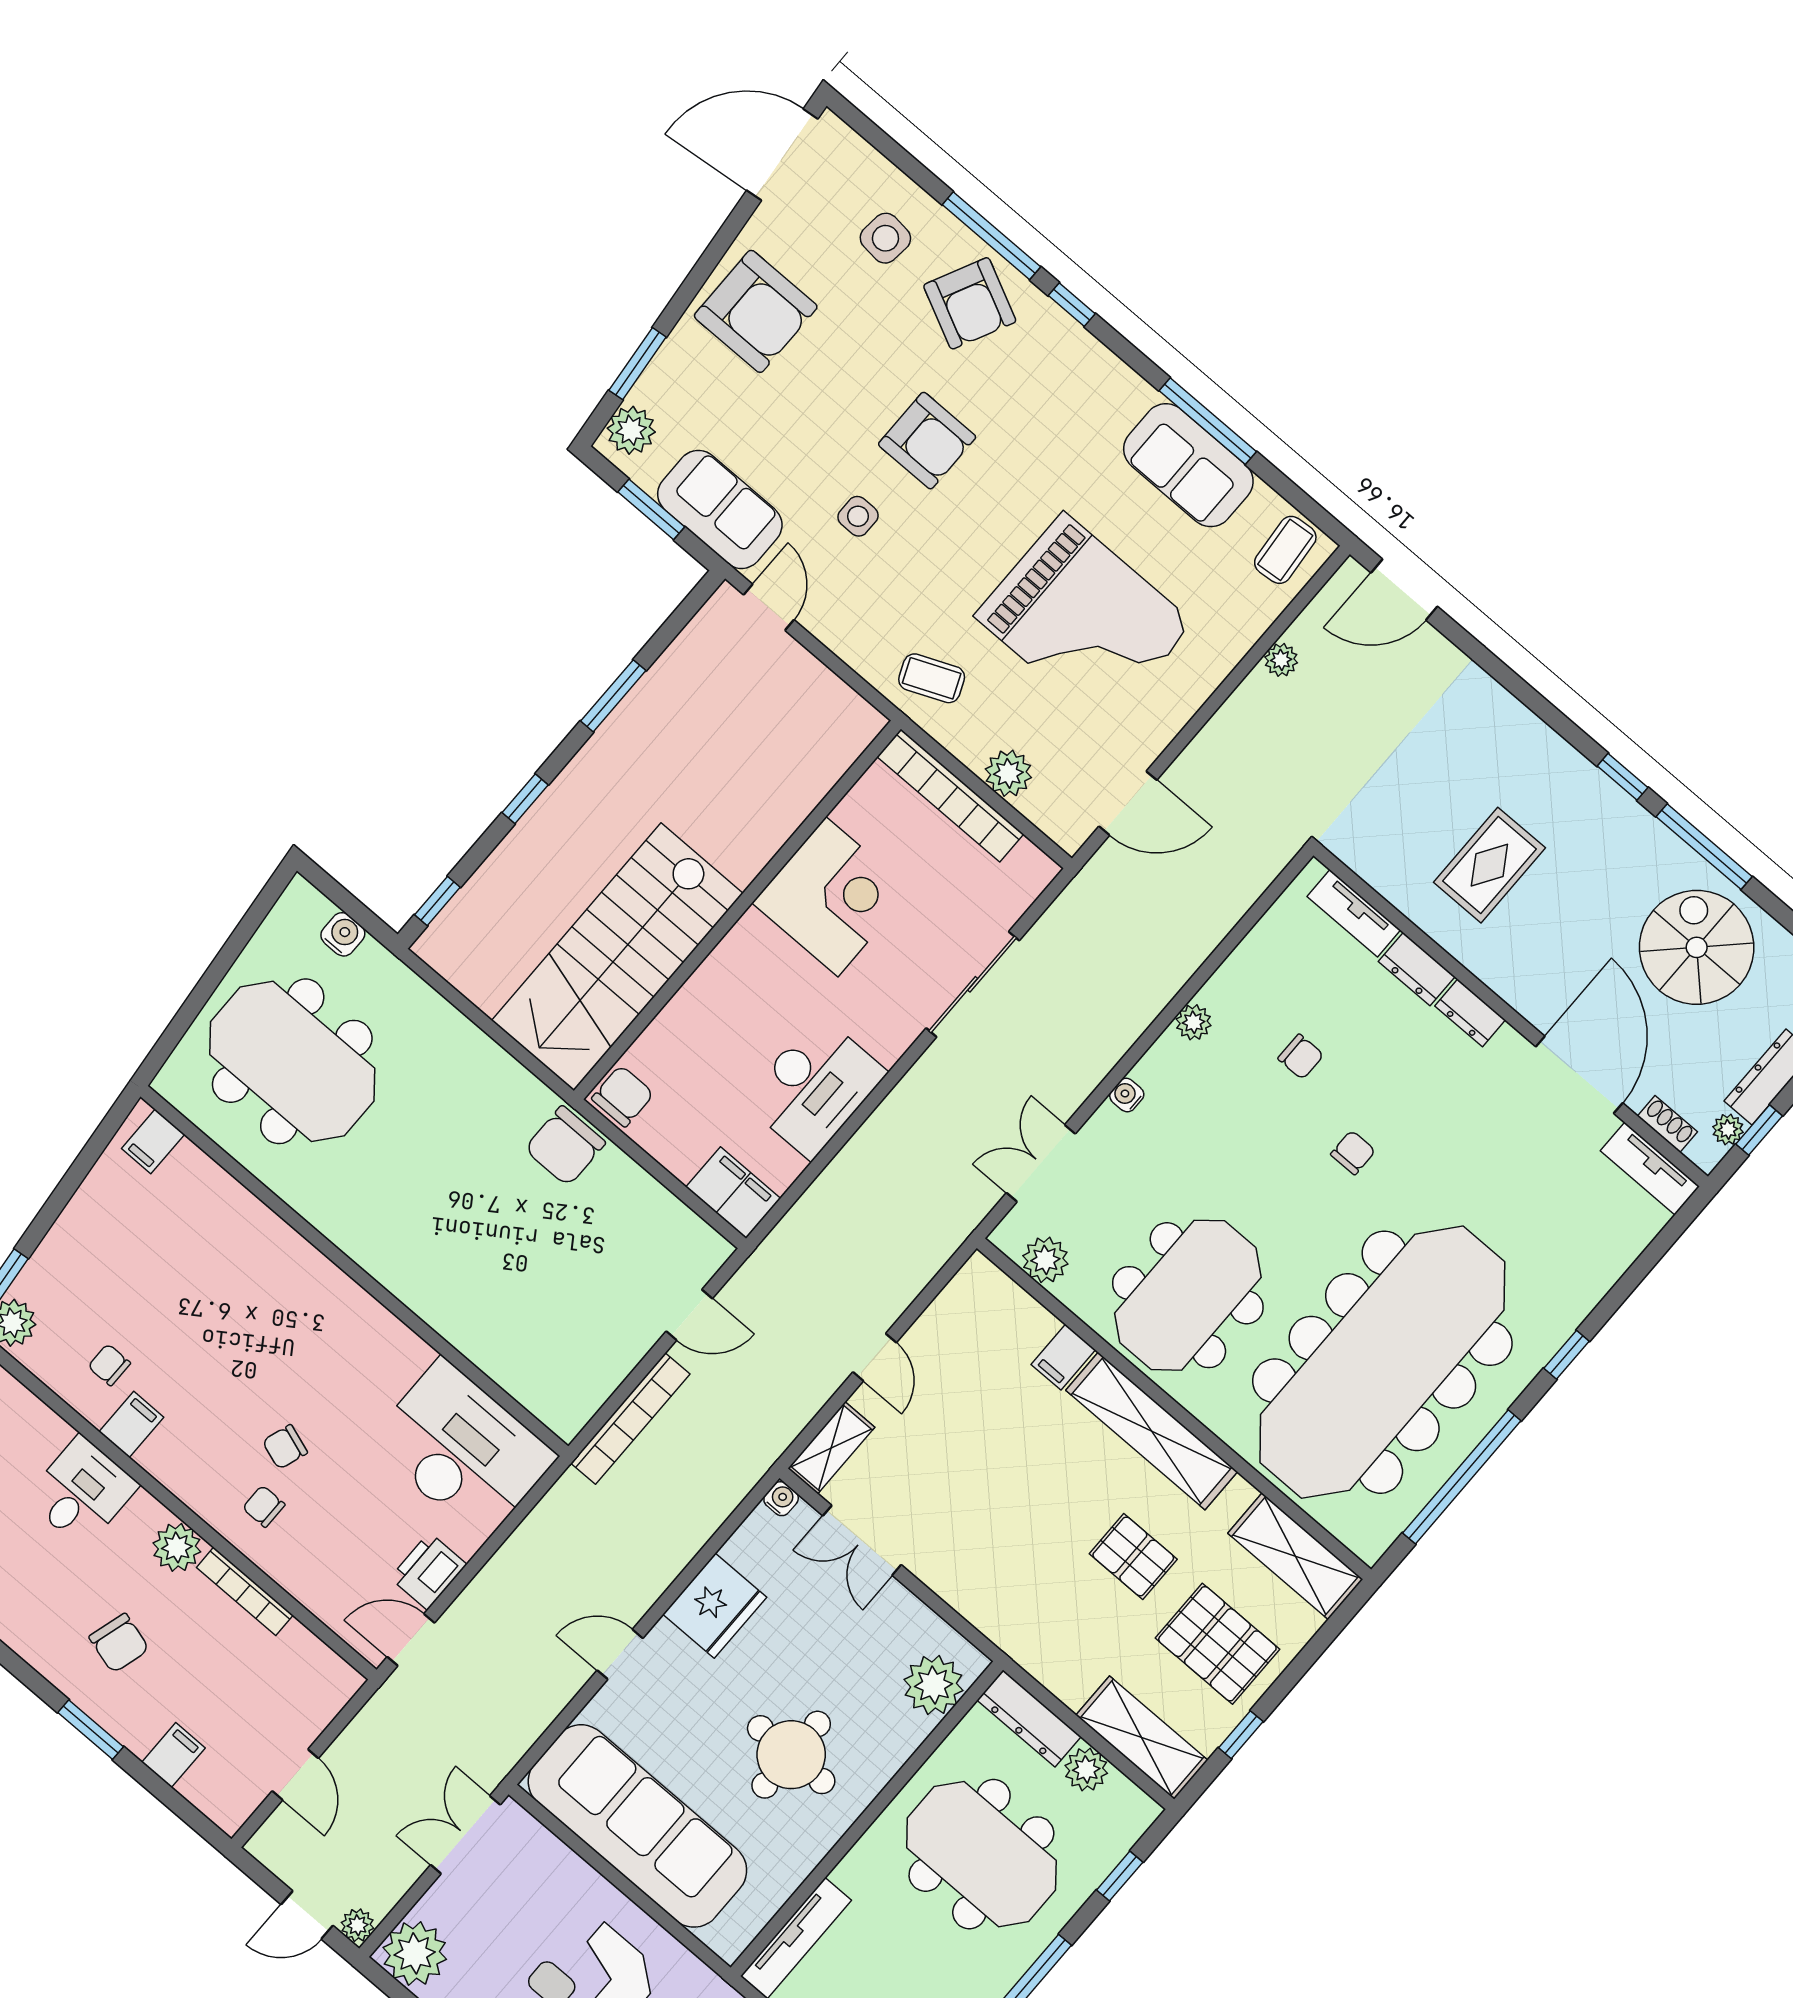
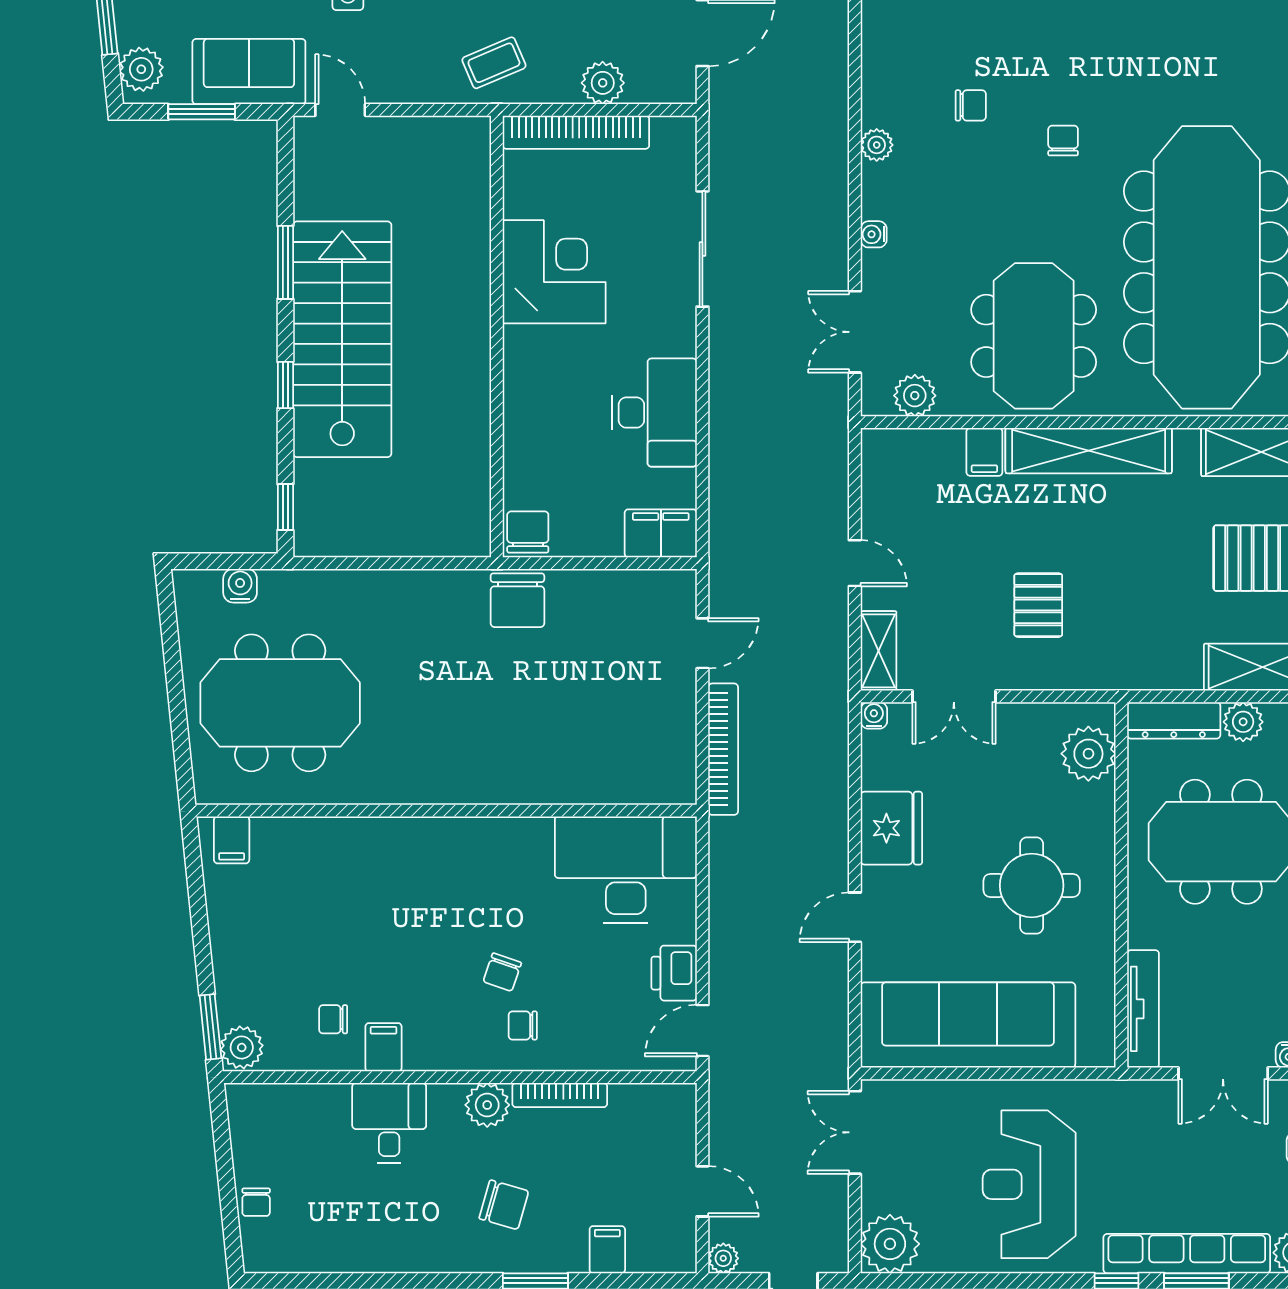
stairs: (617, 957) -> (342, 339), moved, turned 180
pallet: (1133, 1556) -> (1038, 605), moved, turned 90
plant: (358, 1925) -> (723, 1258), moved

